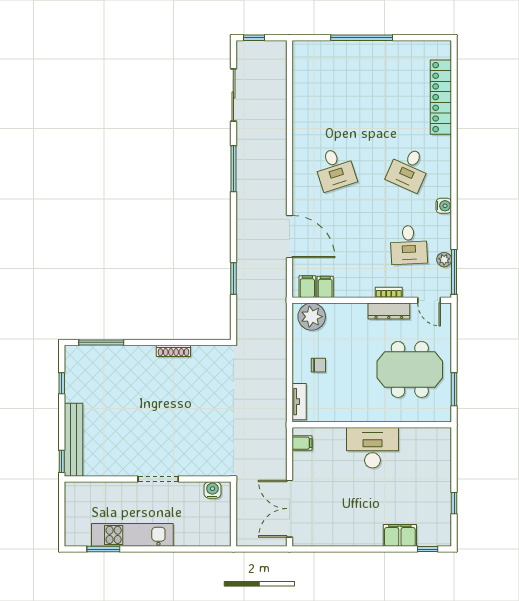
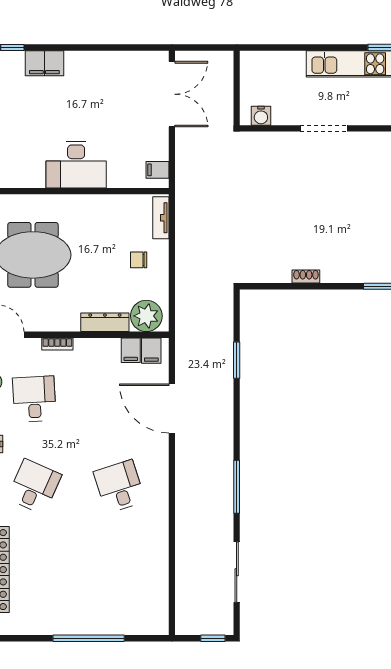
dresser: (389, 311) -> (105, 322), moved
shoe rack: (173, 351) -> (306, 277), width x0.70

